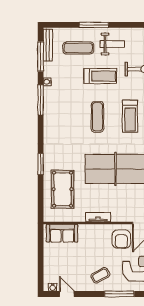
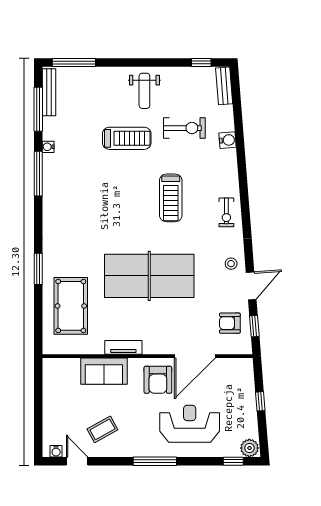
window: (94, 25) -> (74, 63), moved
weight bench: (112, 44) -> (144, 91), turned 90
exercise mat: (78, 48) -> (94, 97), removed
exercise mat: (97, 117) -> (122, 199), removed
sofa: (62, 233) -> (104, 371), moved
coffee table: (100, 275) -> (102, 429), moved

